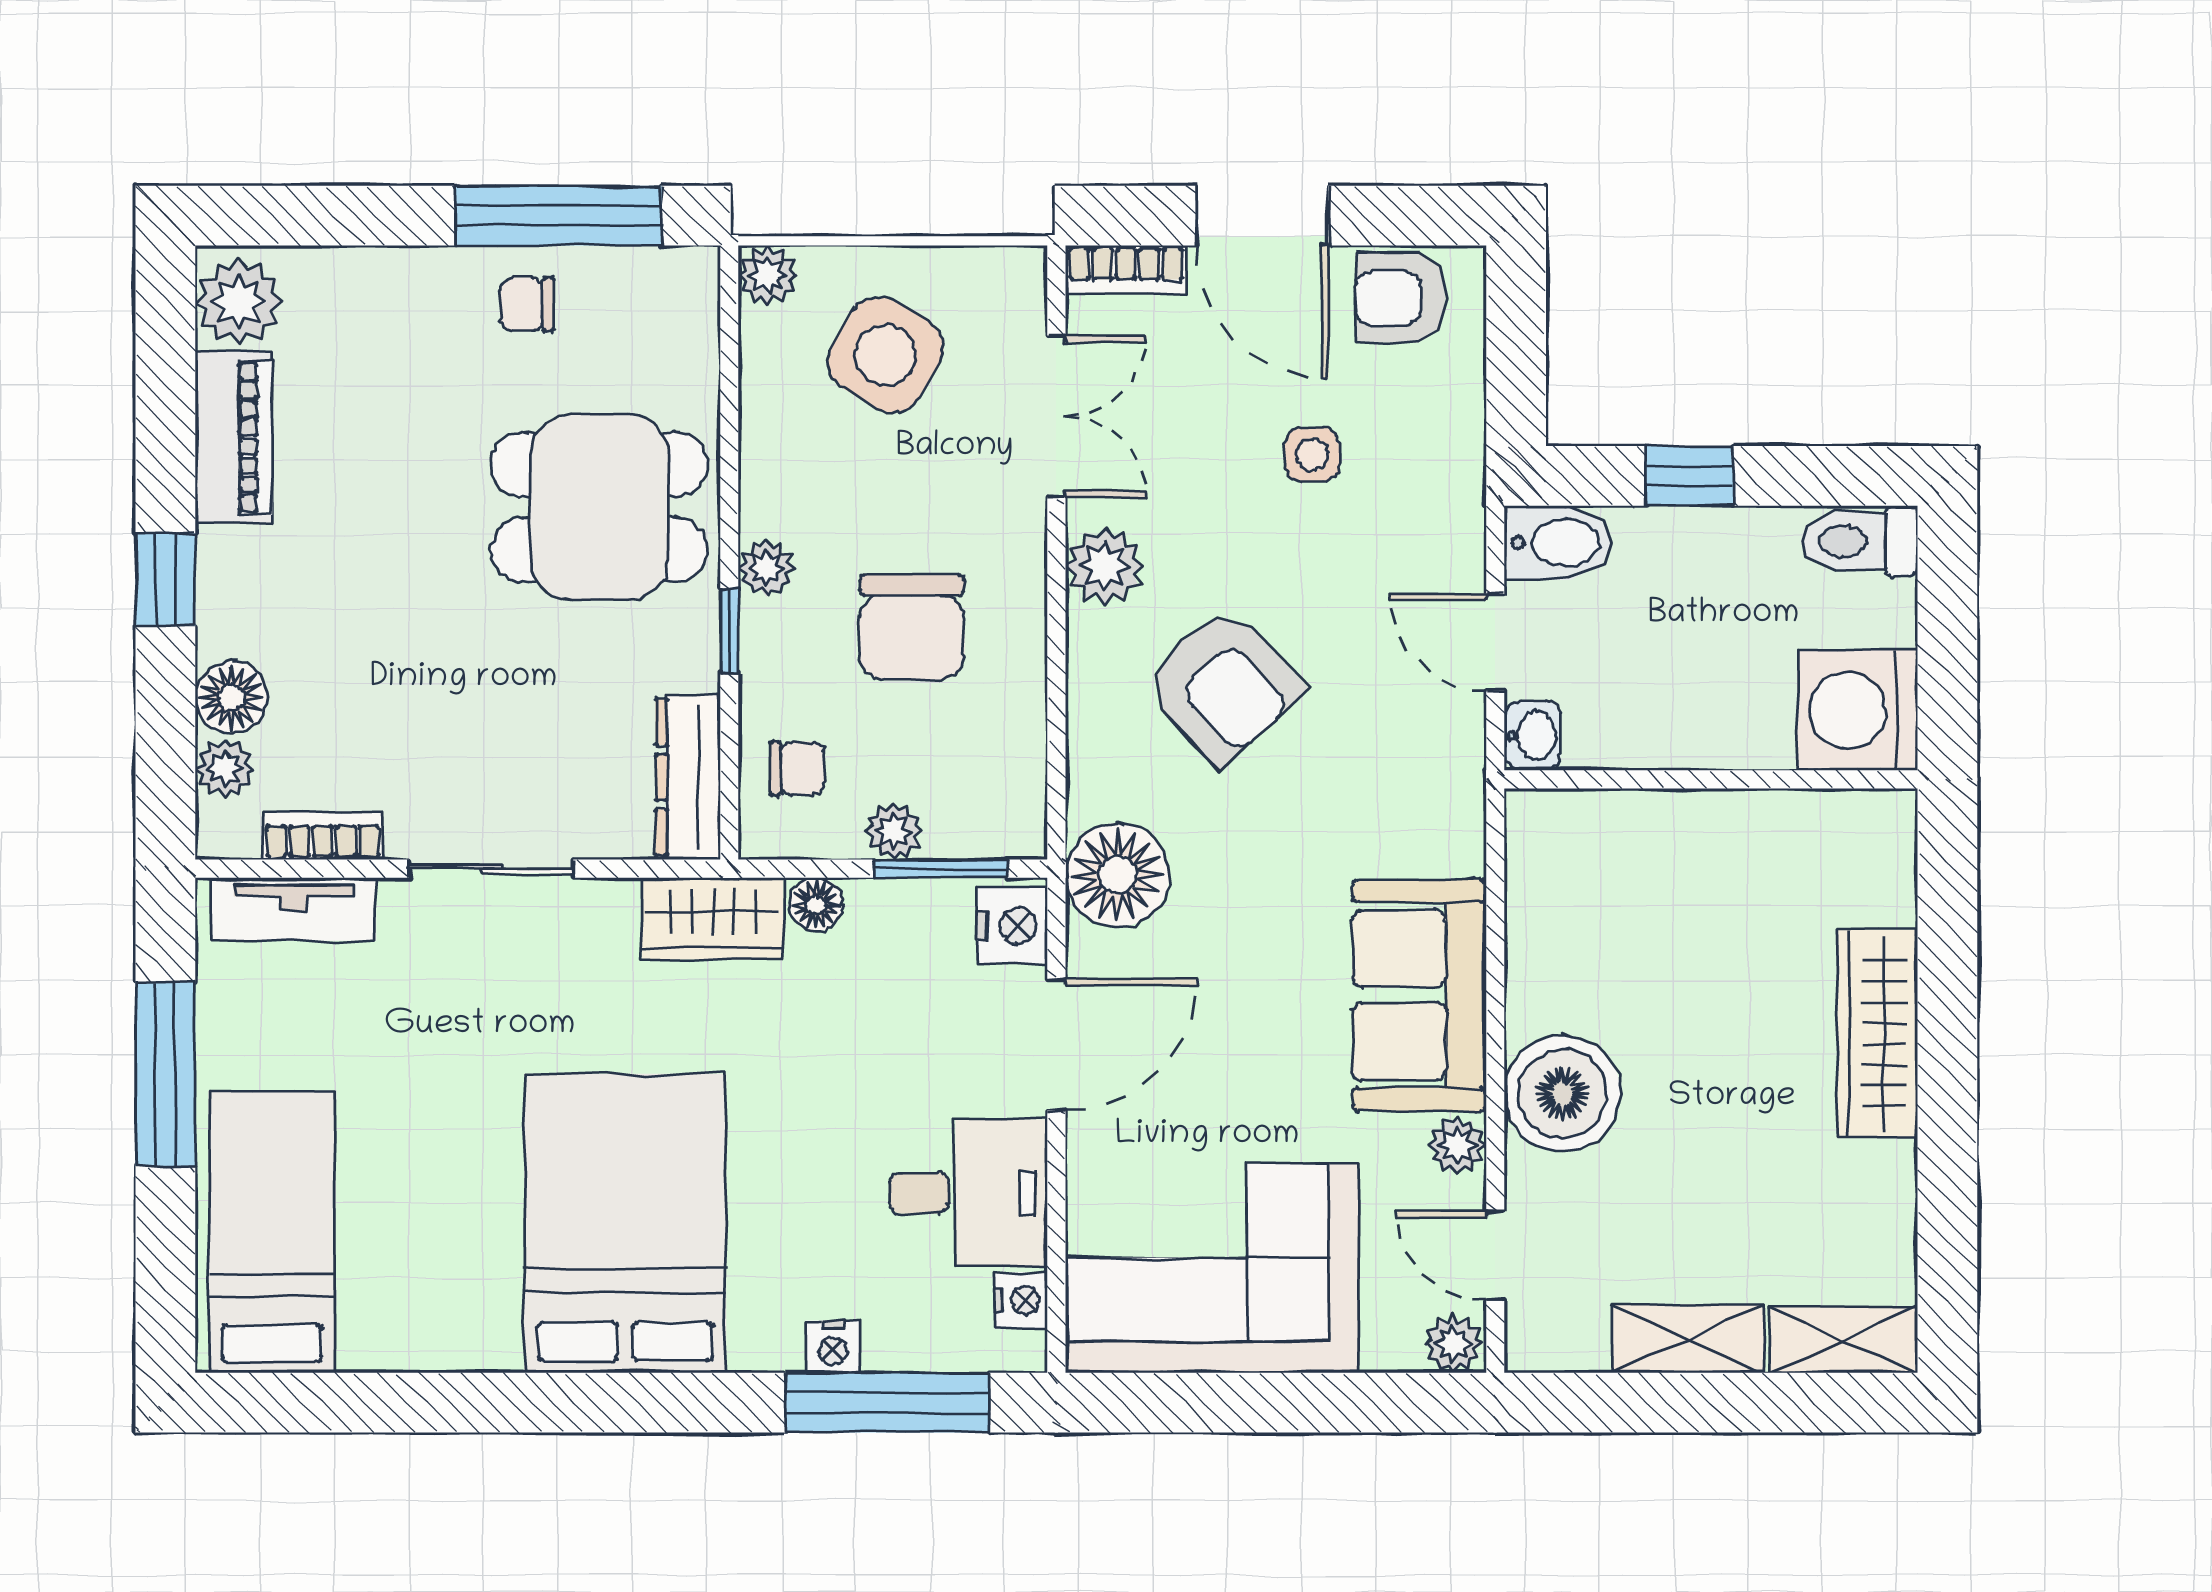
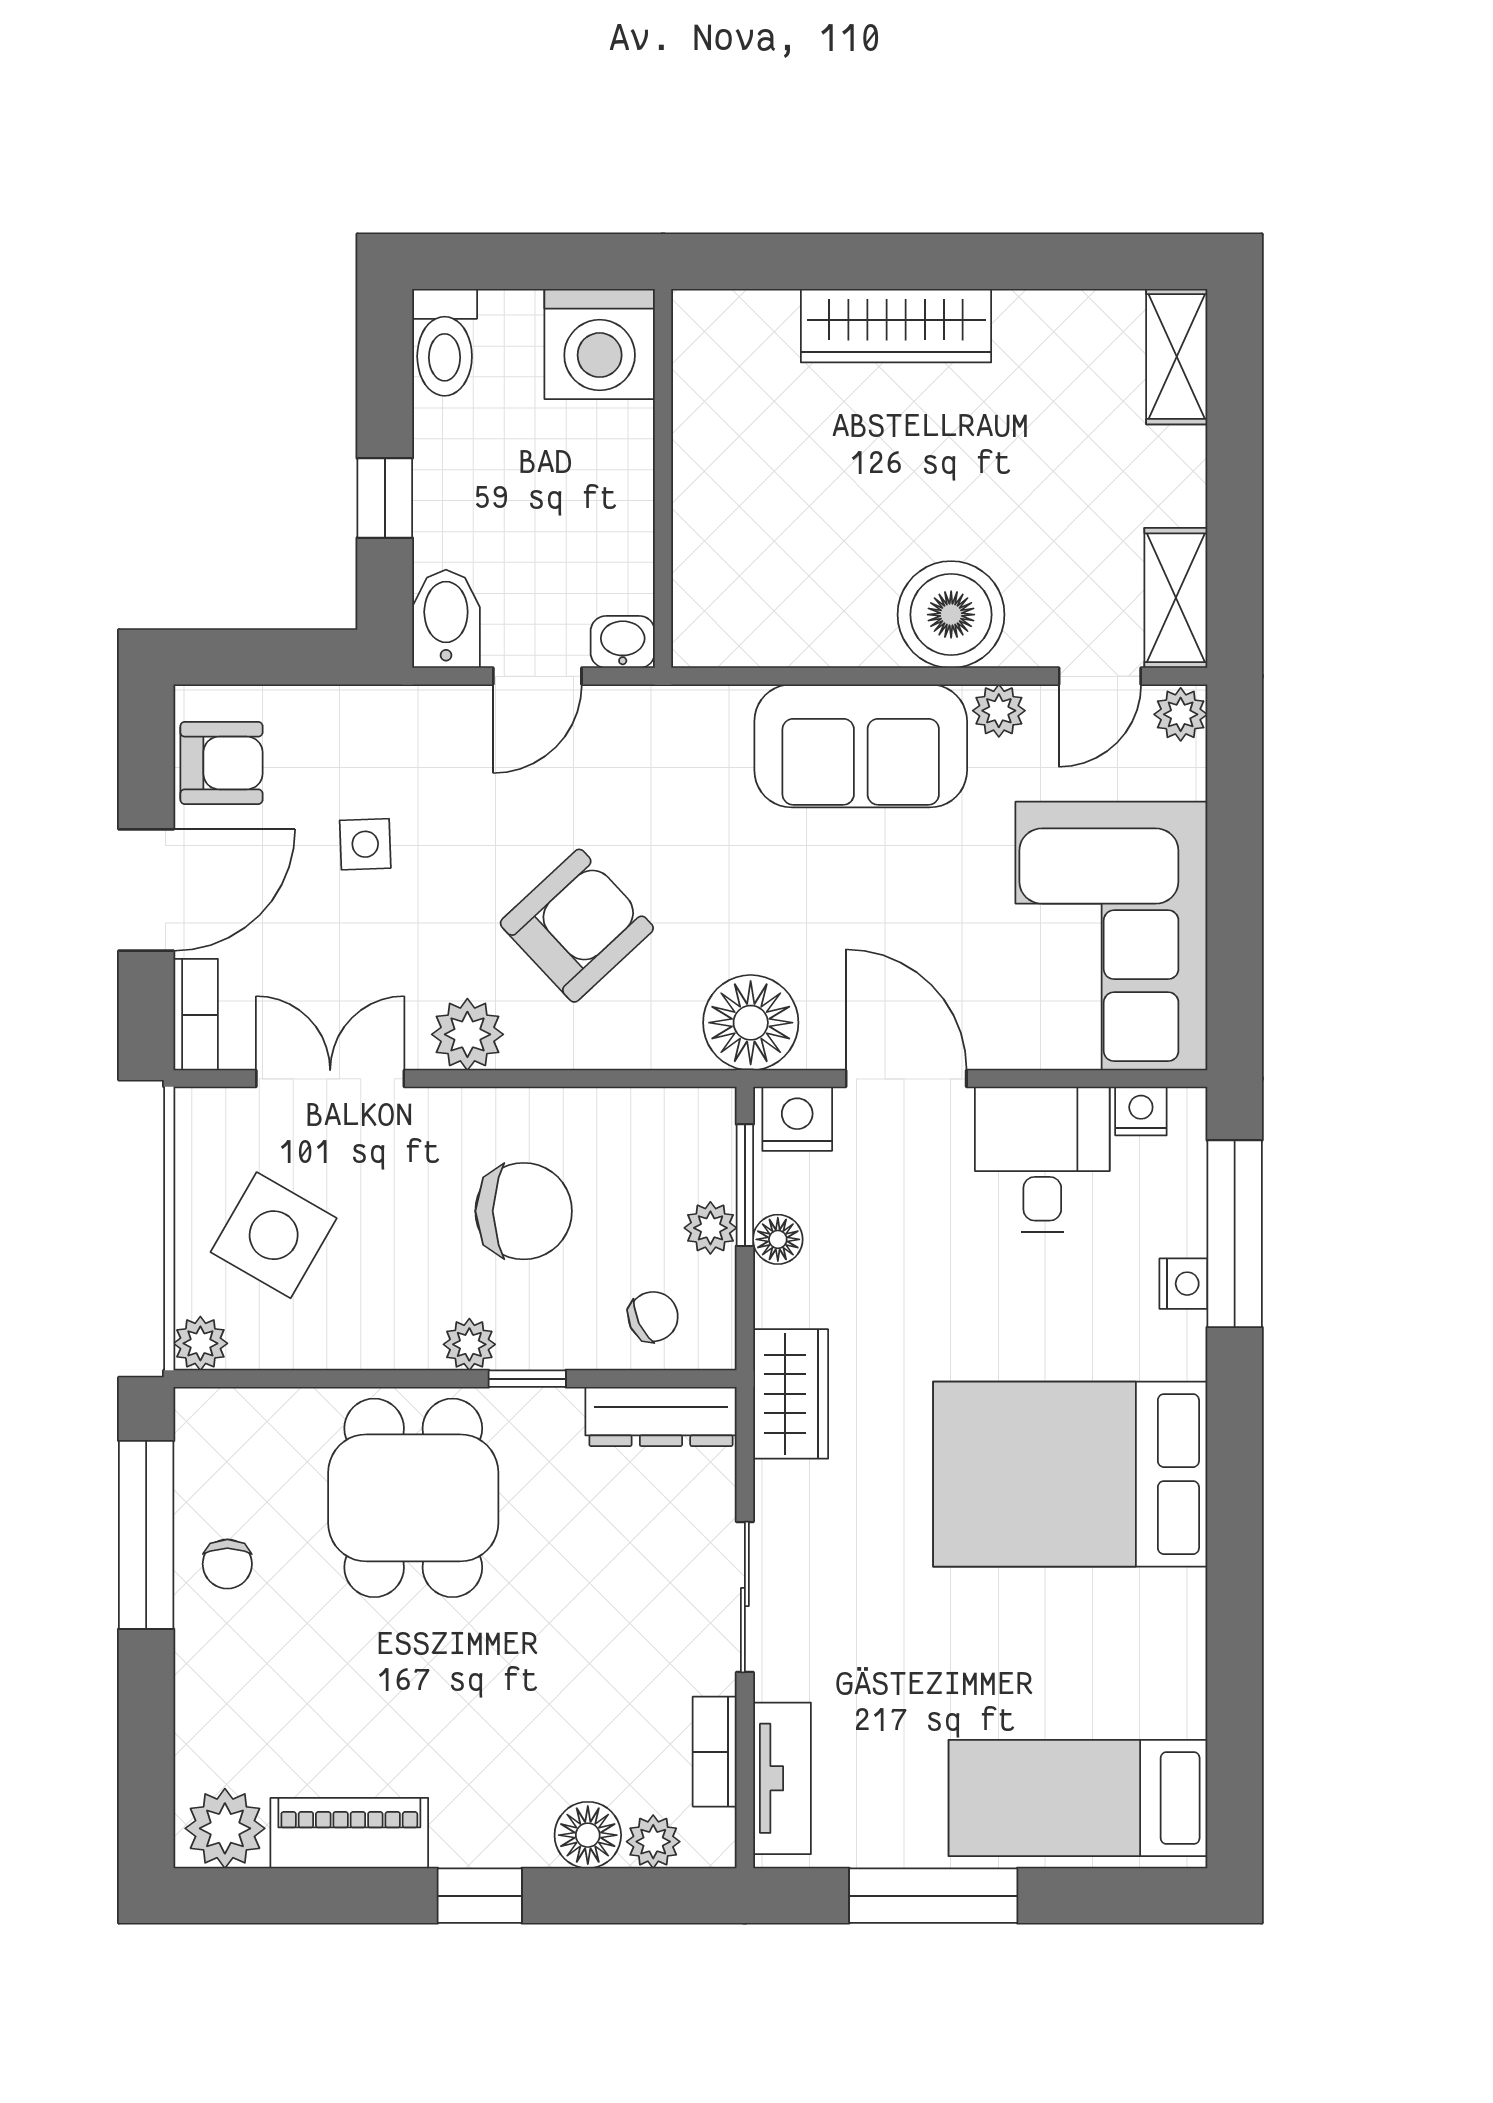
armchair: (1401, 298) -> (221, 763), turned -90
chair: (797, 769) -> (653, 1317), turned 65
floor lamp: (816, 905) -> (778, 1239), moved
shelving: (1687, 1339) -> (1176, 598), moved

